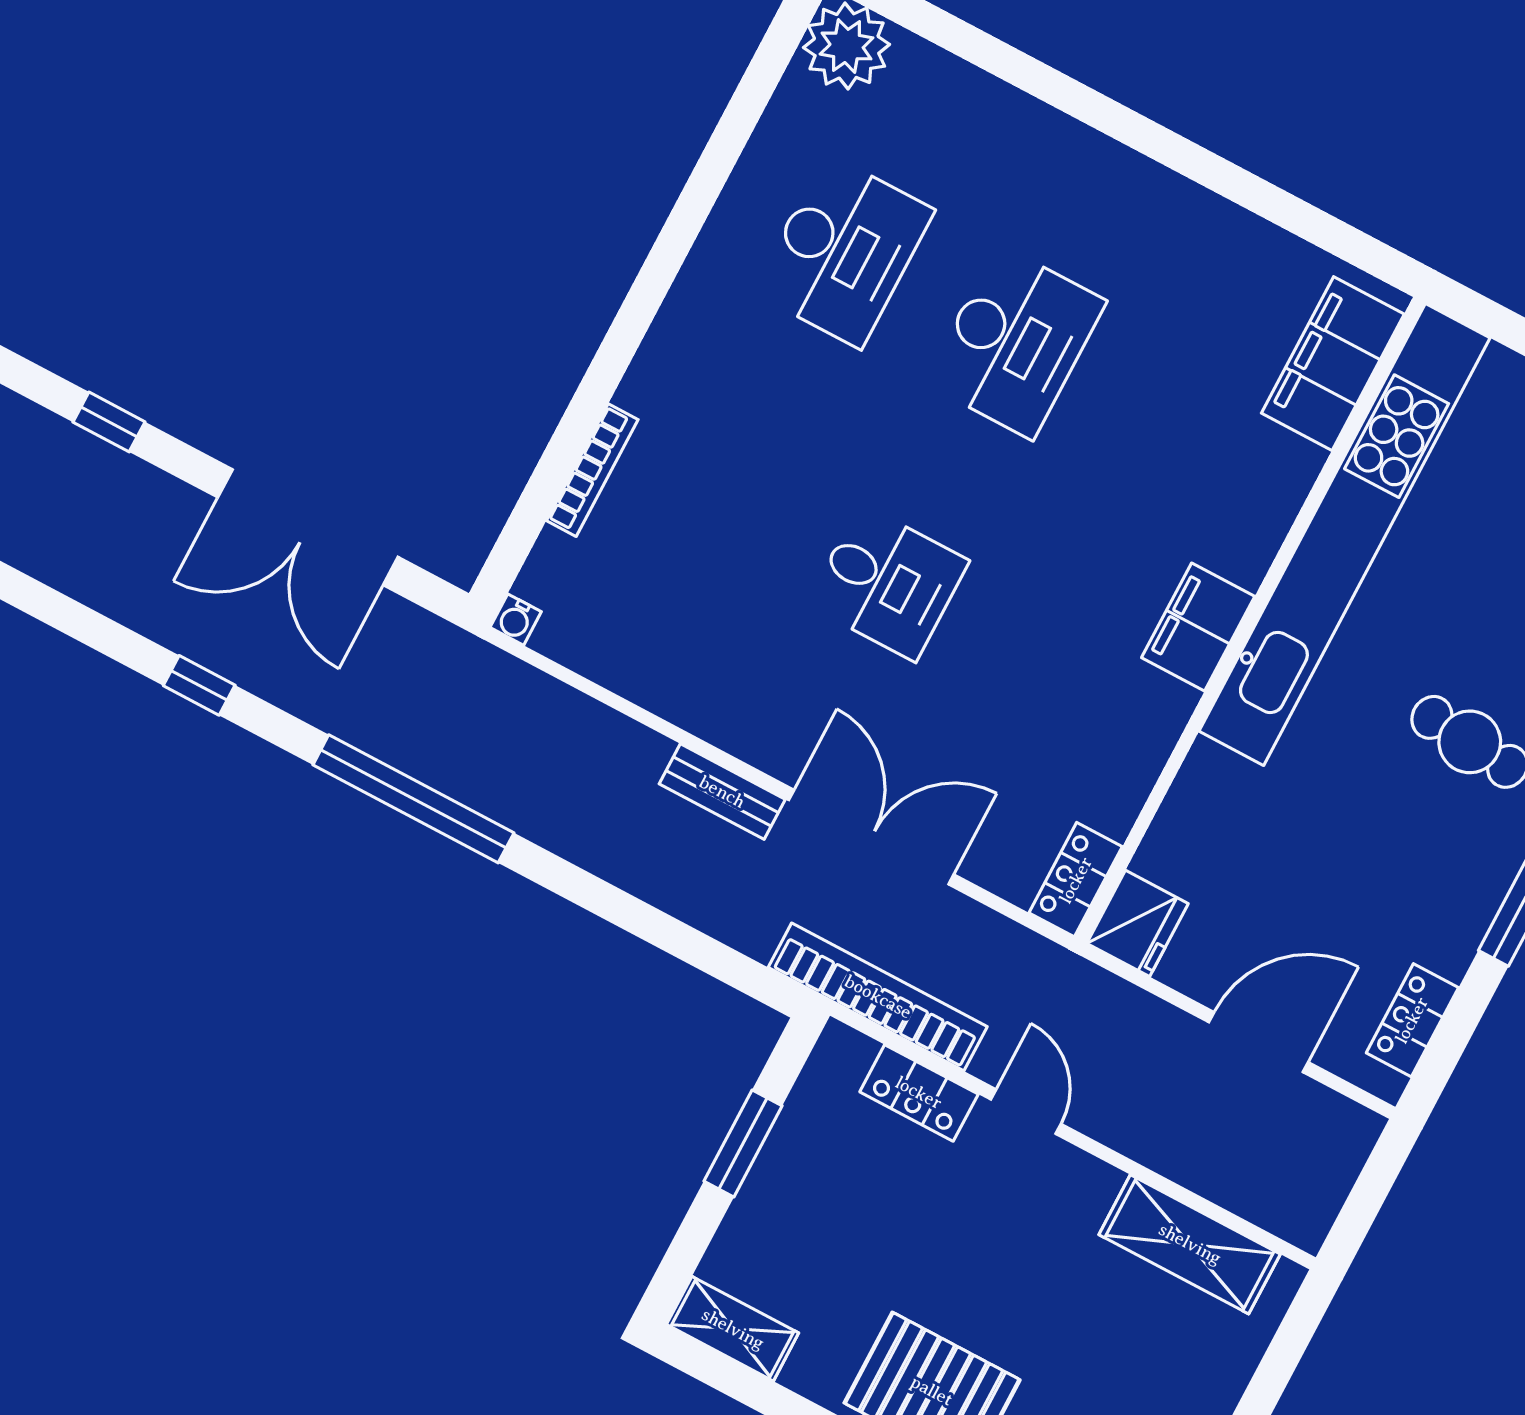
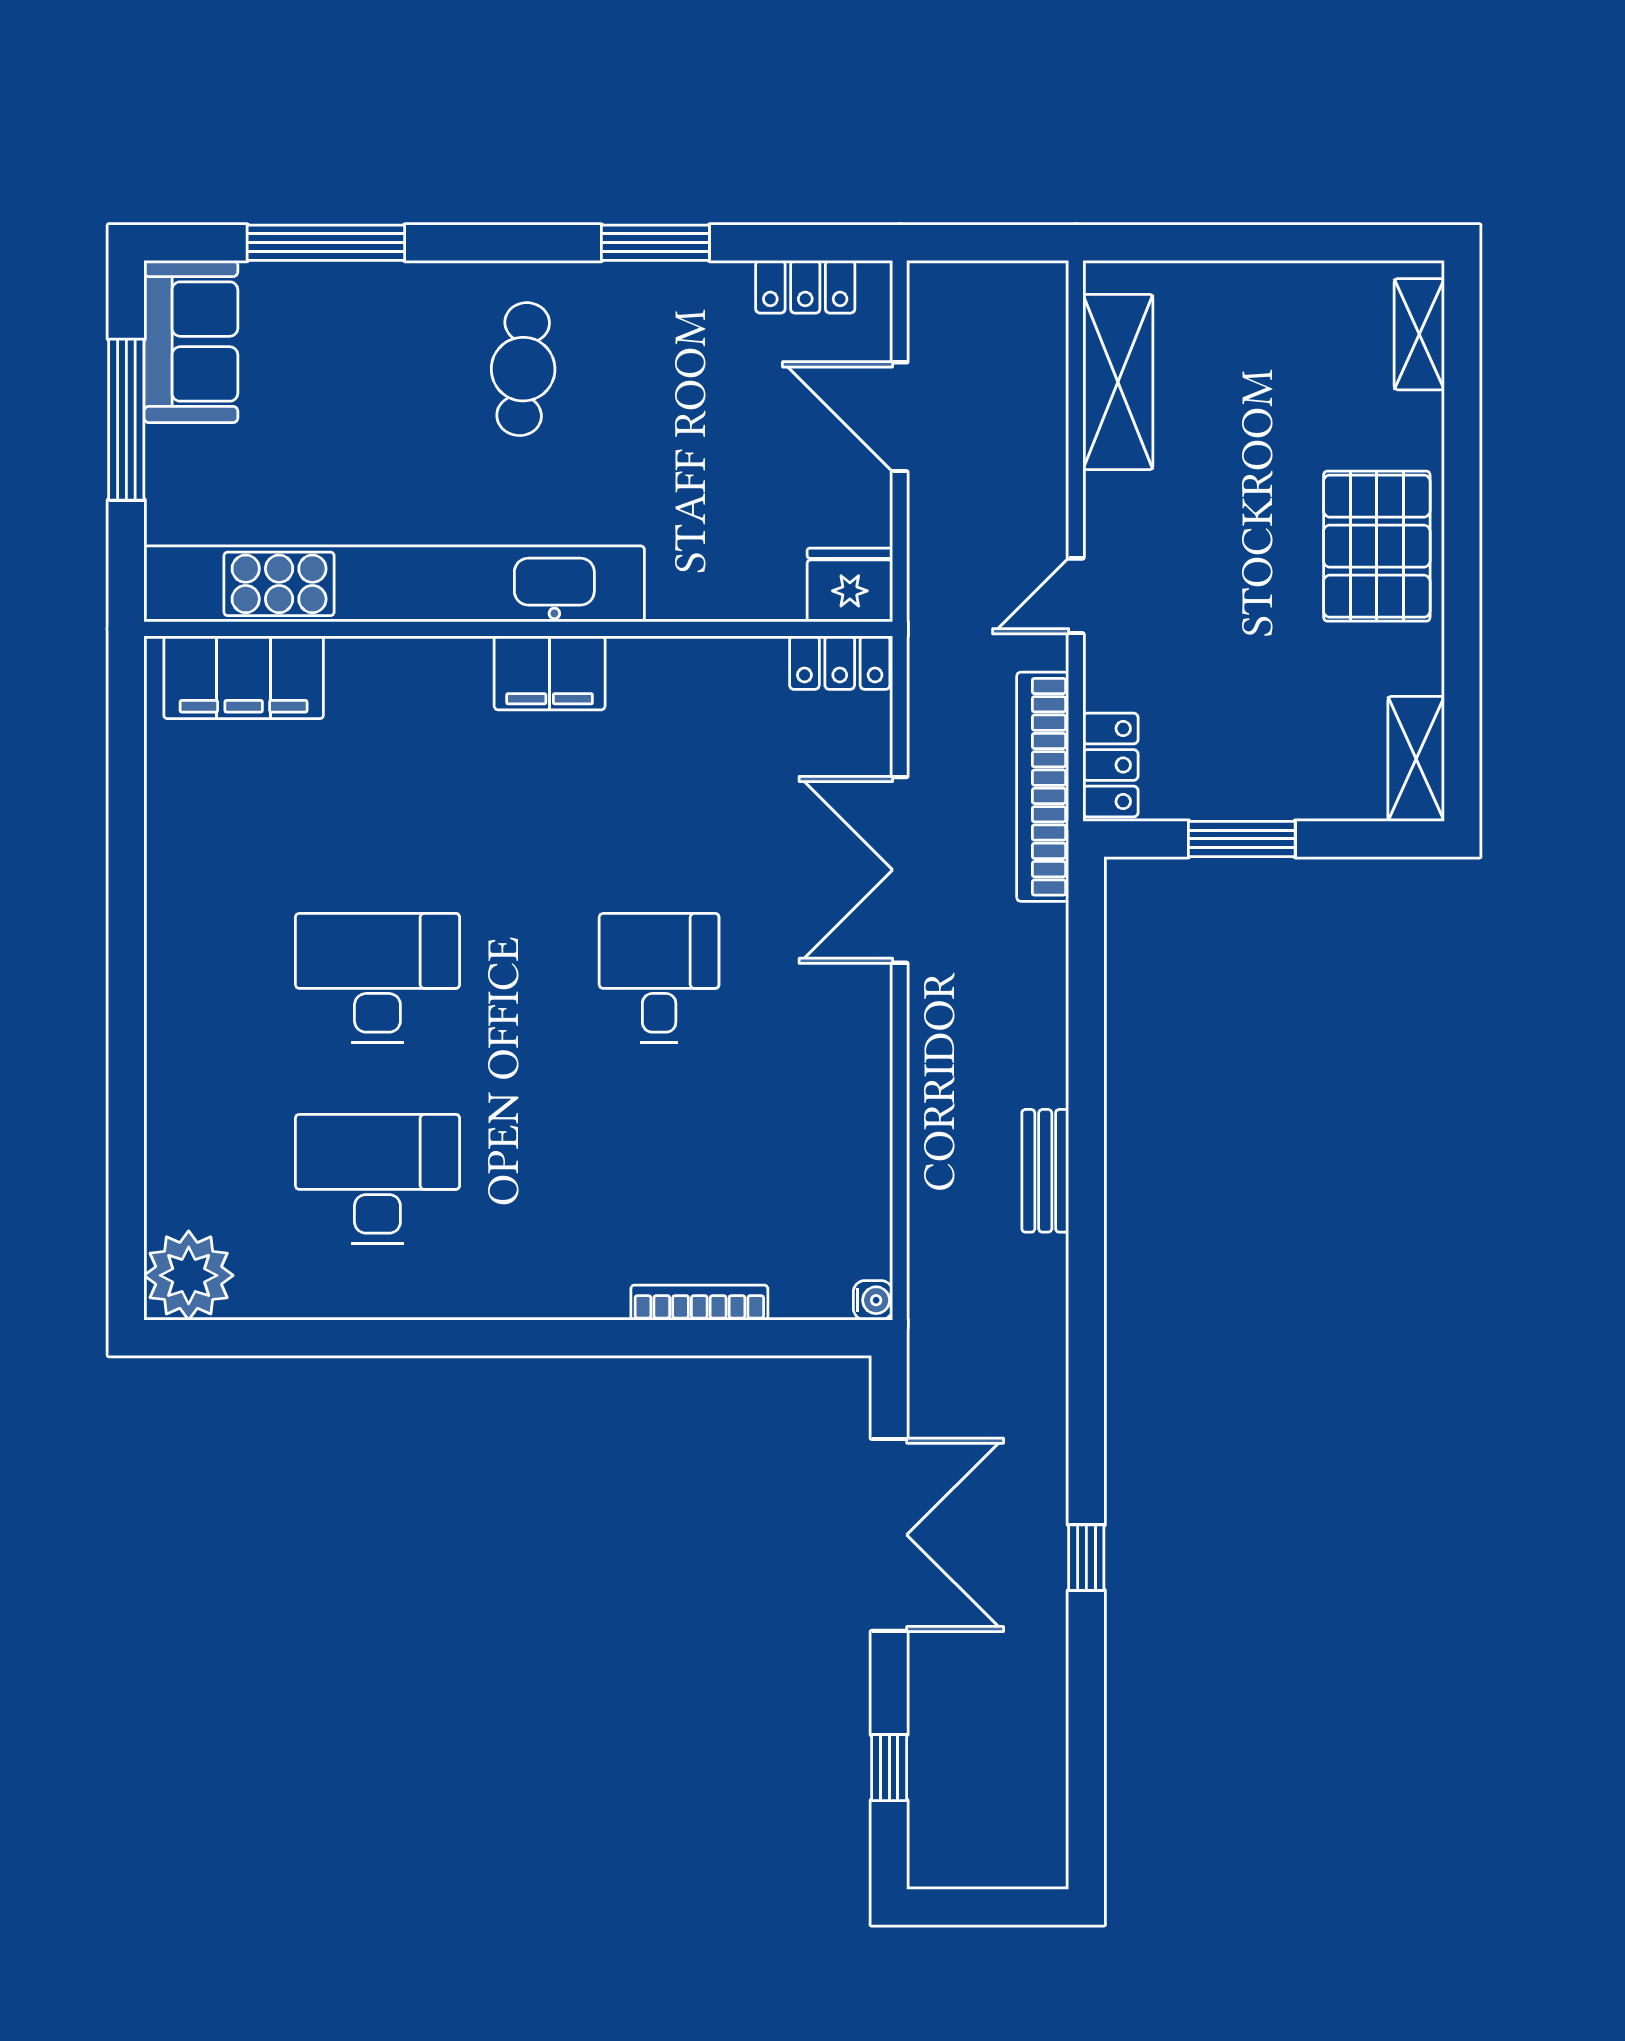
bench: (722, 792) -> (1045, 1171), moved
window: (413, 799) -> (1086, 1307), removed
locker: (919, 1093) -> (1110, 765), moved

